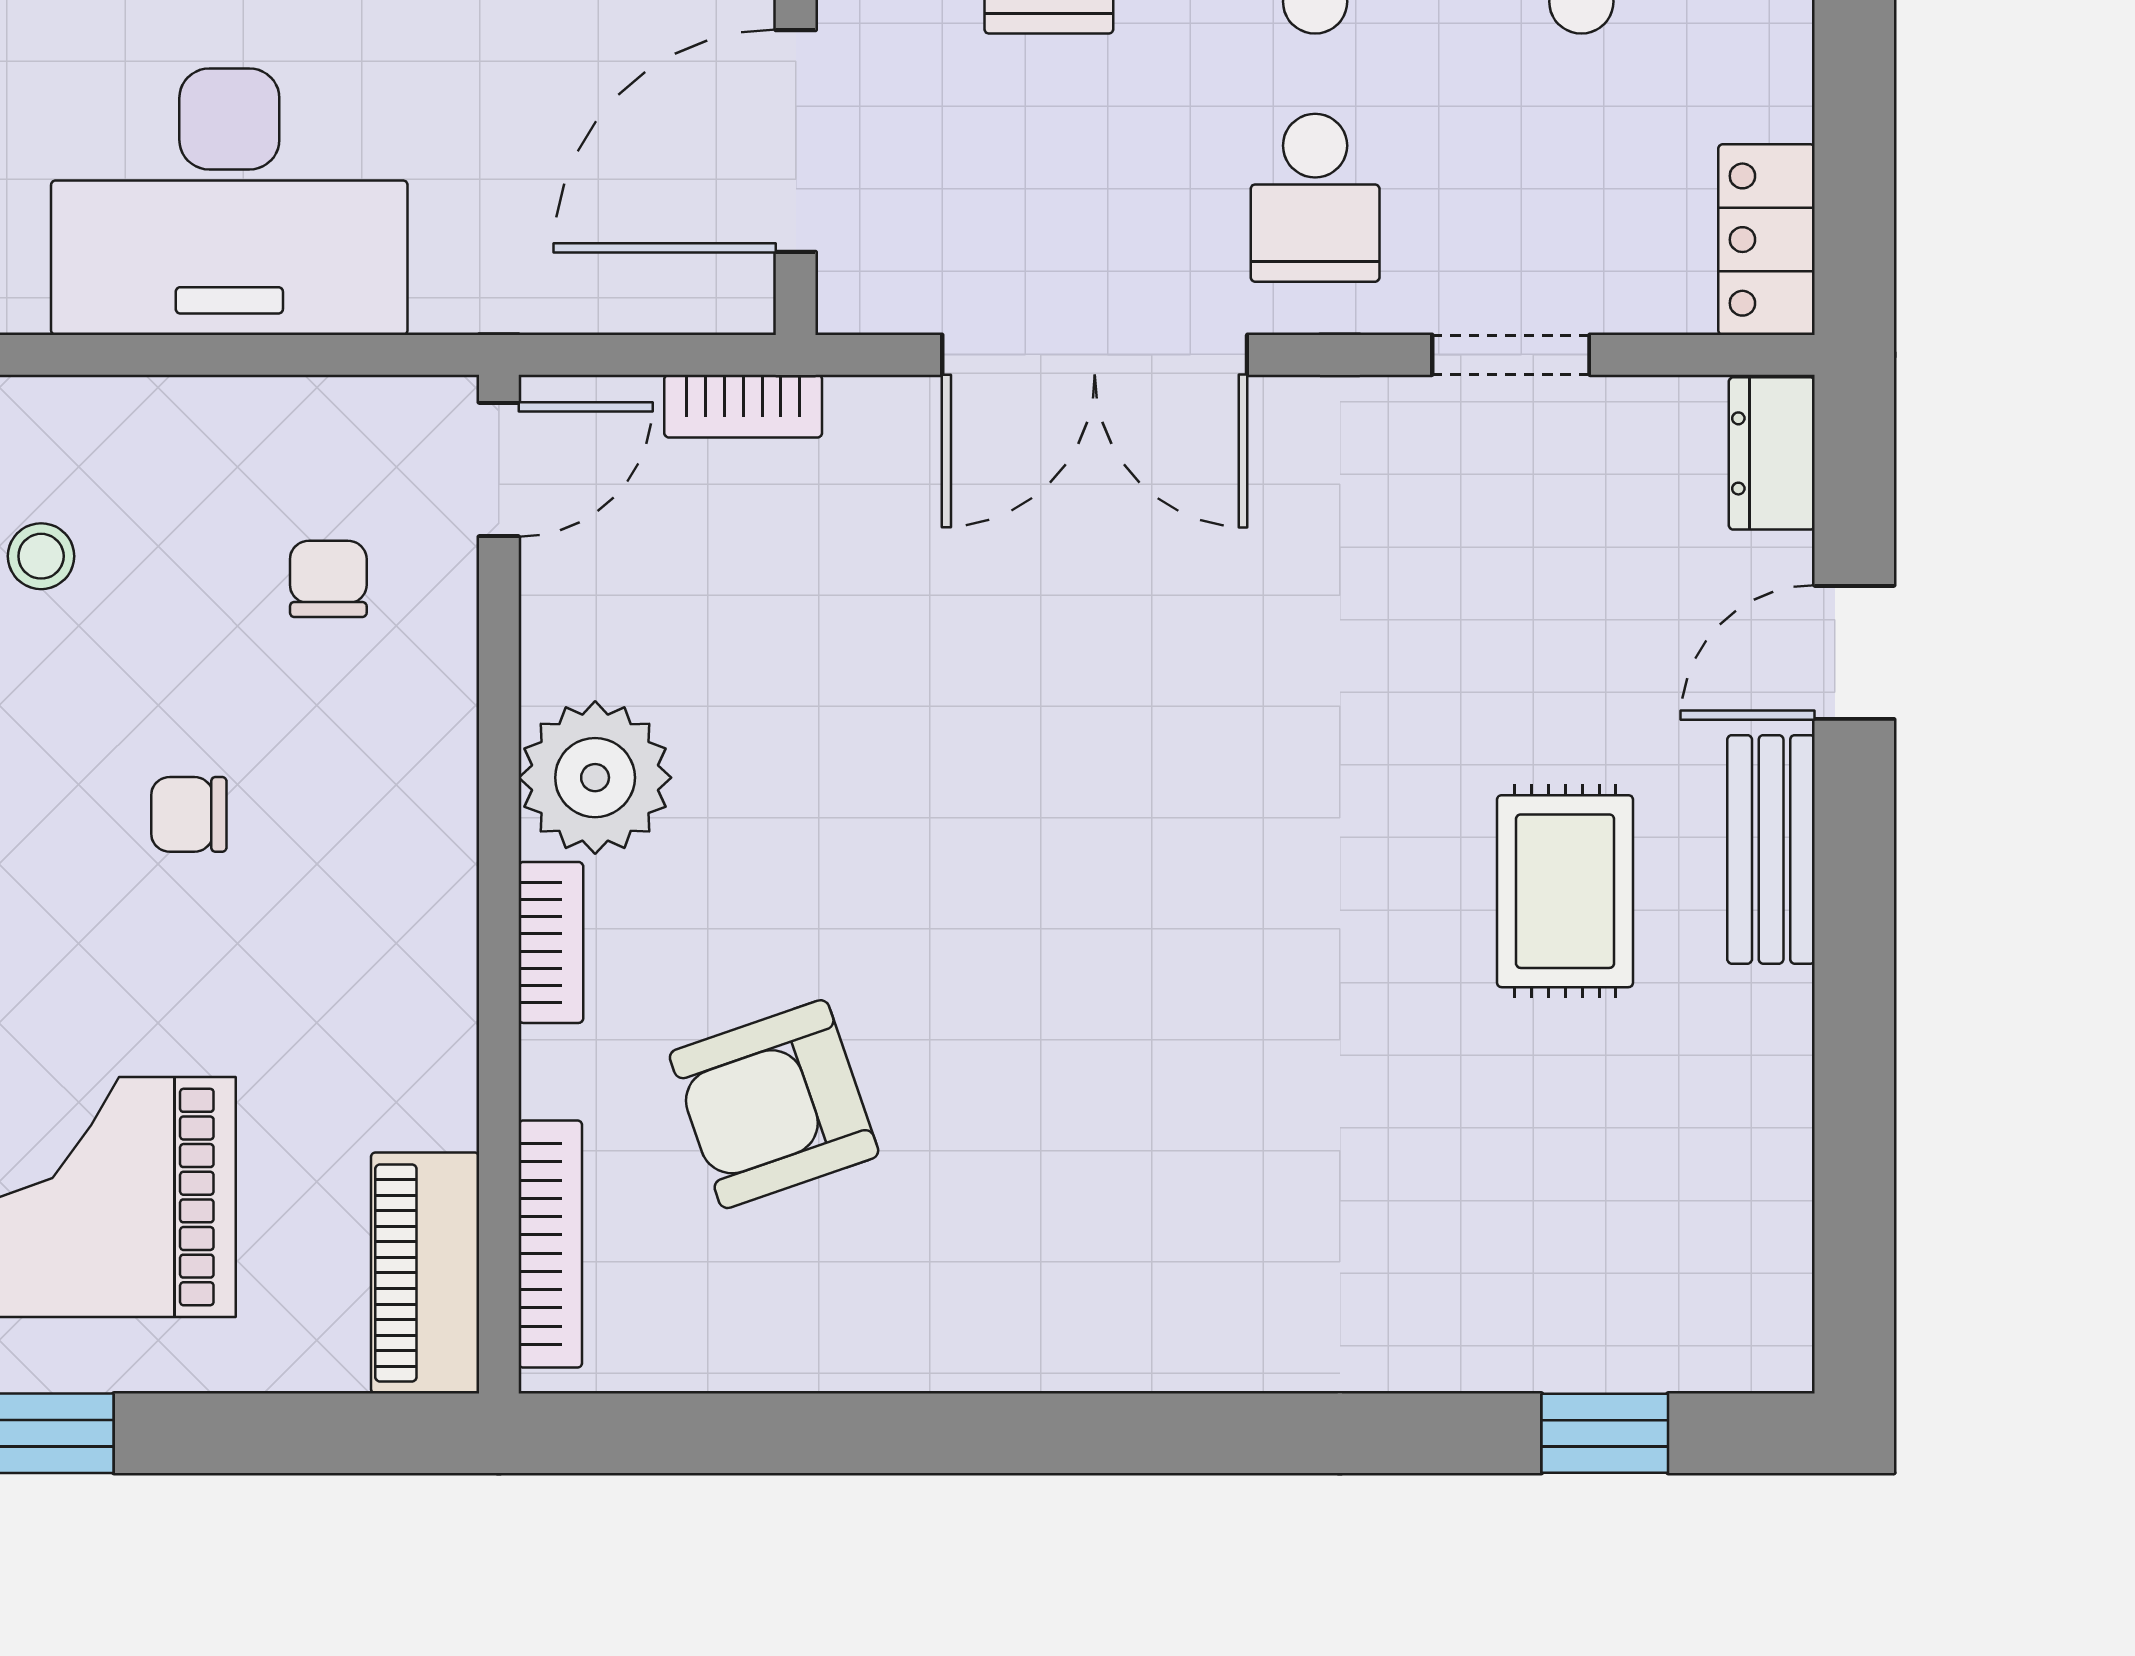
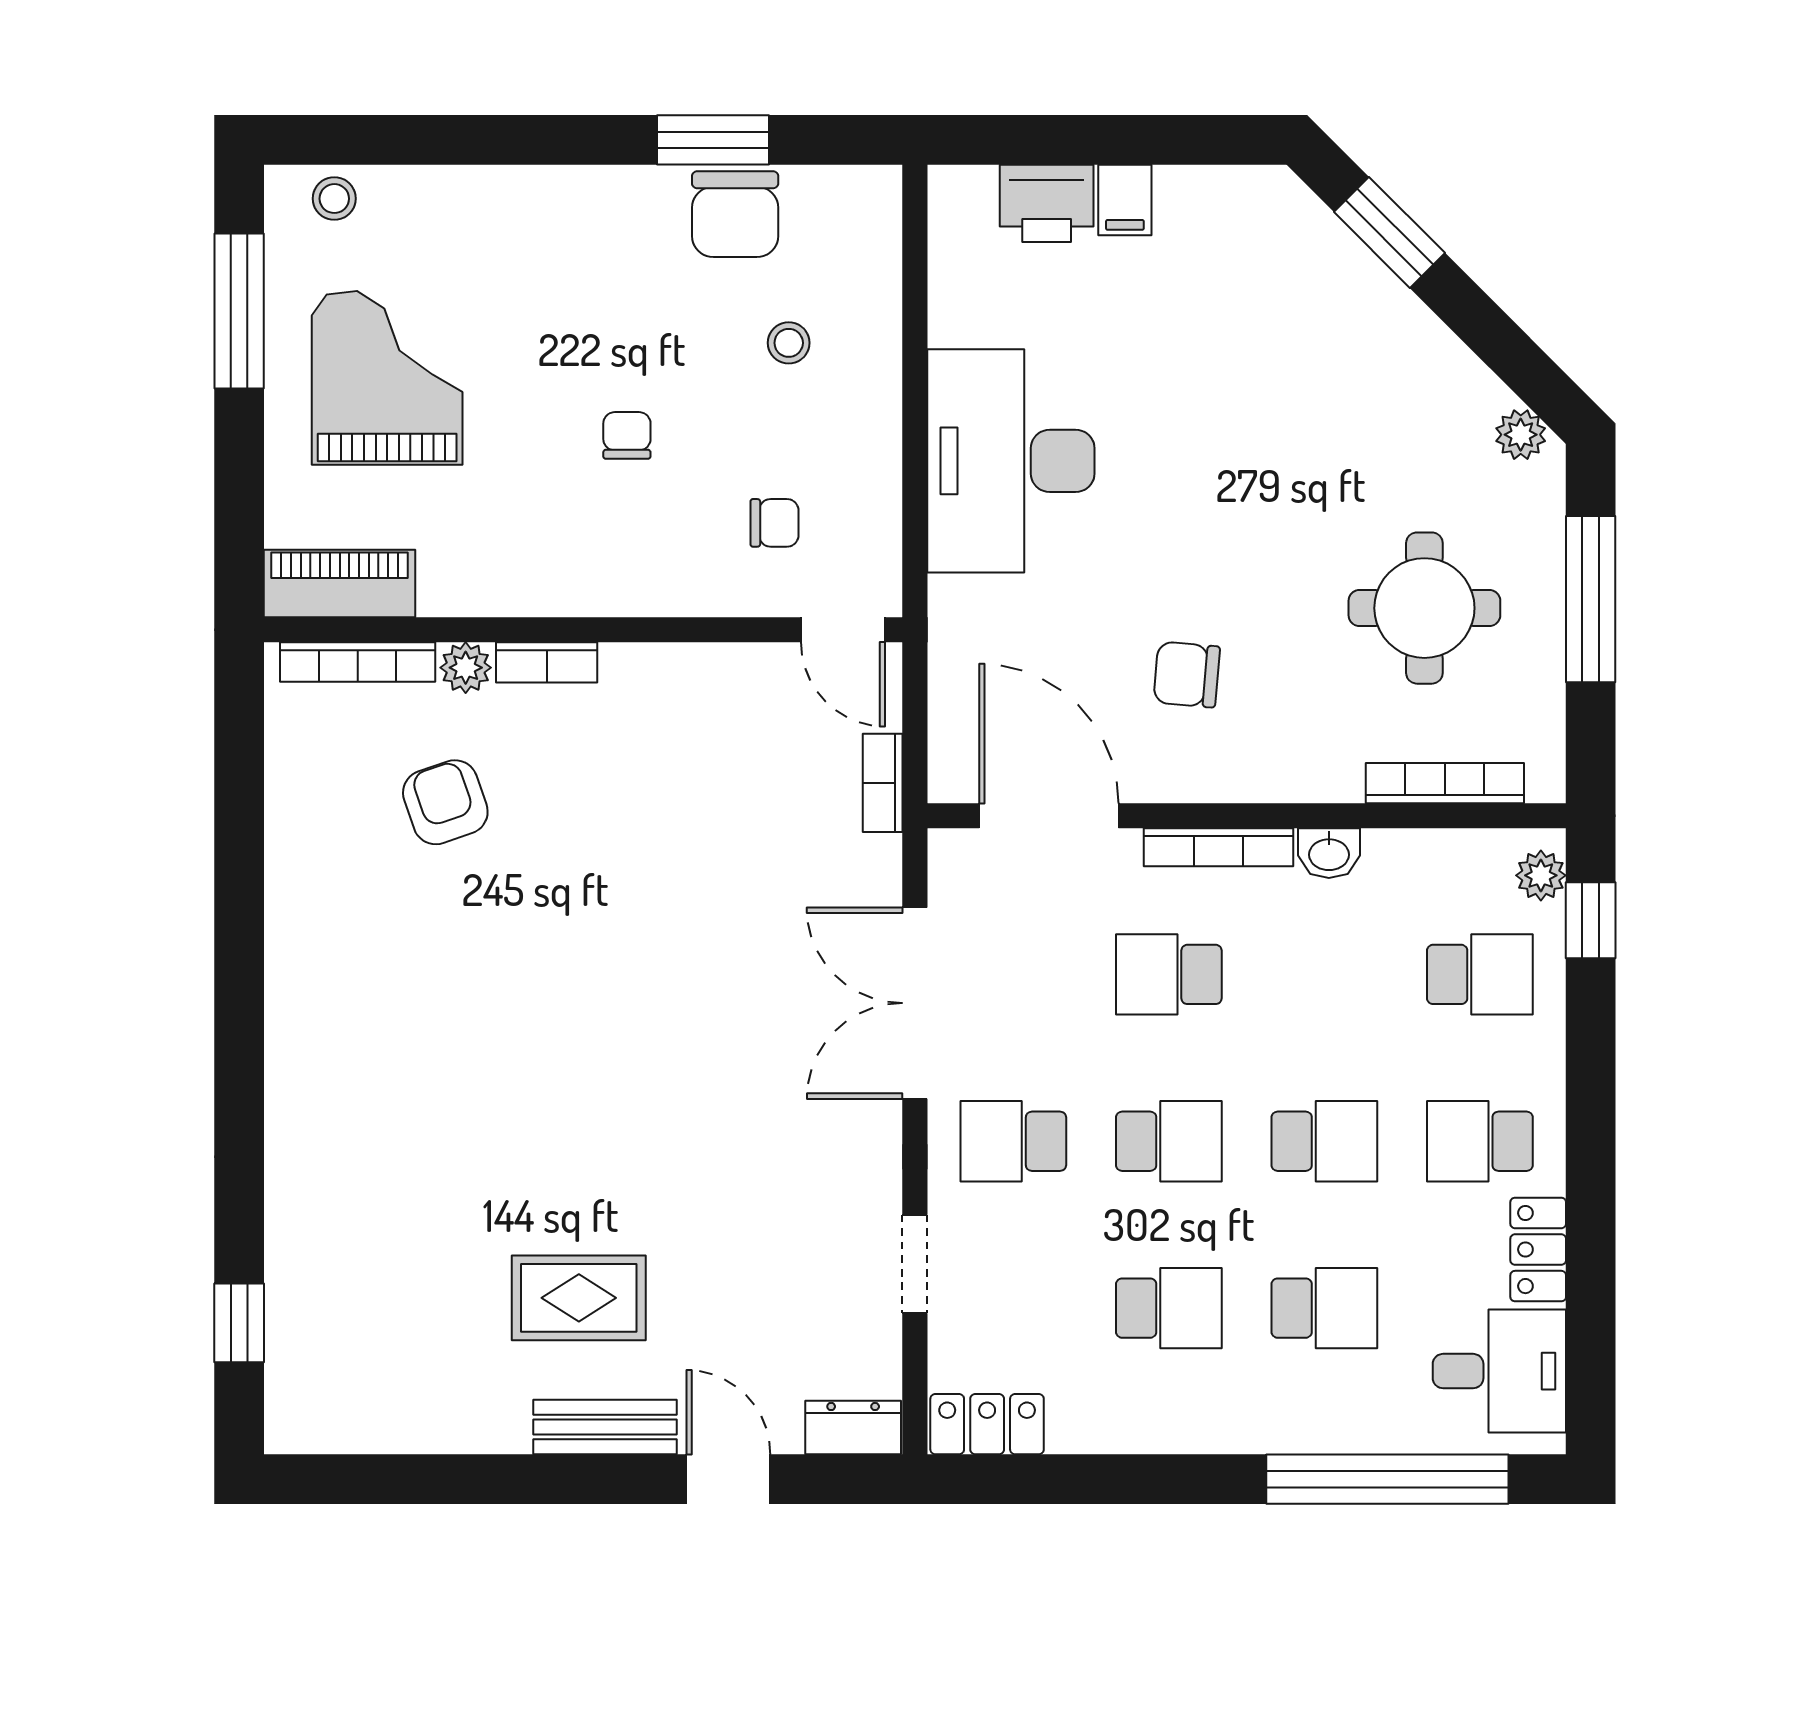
plant: (595, 778) -> (466, 668), moved, width x0.53, depth x0.53
armchair: (774, 1104) -> (445, 802), width x0.72, depth x0.72

